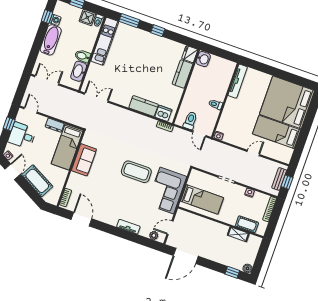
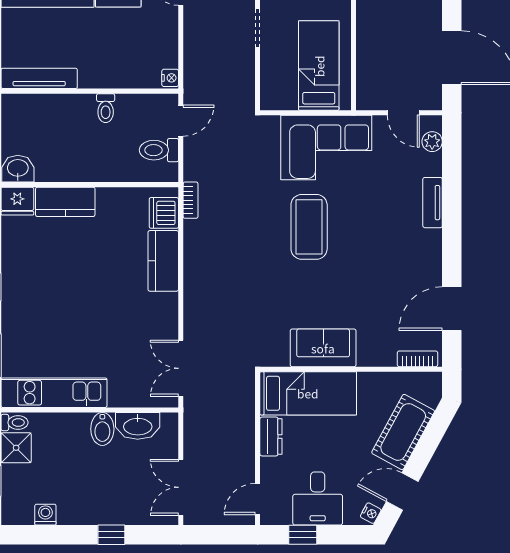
window: (47, 17) -> (111, 535), moved
bathtub: (51, 40) -> (92, 509), removed

